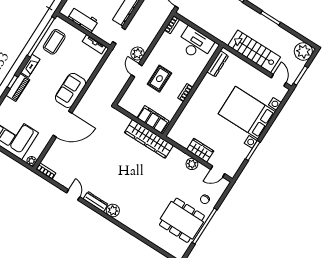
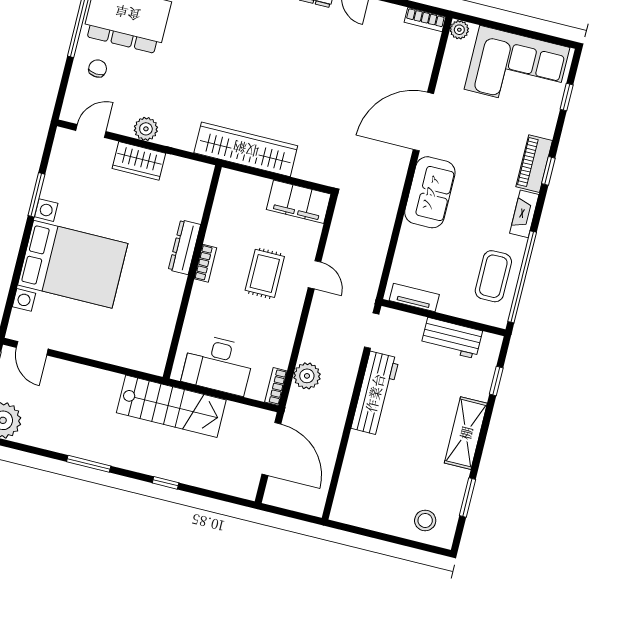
stairs: (254, 51) -> (171, 406), moved
plant: (138, 53) -> (307, 376), moved
dresser: (218, 64) -> (184, 247), moved
filing cabinet: (153, 119) -> (299, 202), moved

